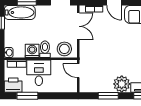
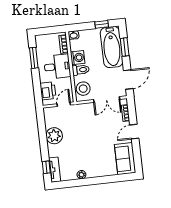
bathtub: (20, 12) -> (112, 47), width x1.36, depth x1.36
plant: (122, 84) -> (54, 136), moved
printer: (13, 85) -> (48, 91), moved
window: (108, 96) -> (43, 136), removed

